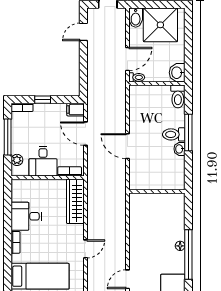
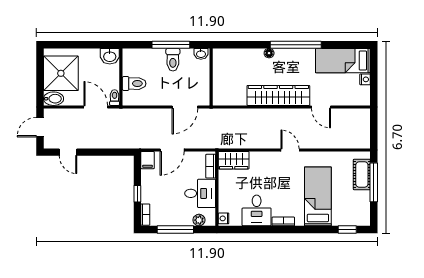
toilet: (178, 96) -> (134, 84), moved
washbasin: (179, 149) -> (201, 54), moved
nightstand: (18, 184) -> (224, 218), added
wall: (157, 191) -> (211, 77), moved
wardrobe: (75, 201) -> (234, 160), width x0.67
wardrobe: (139, 238) -> (278, 95), added
floor lamp: (180, 246) -> (269, 53), moved

